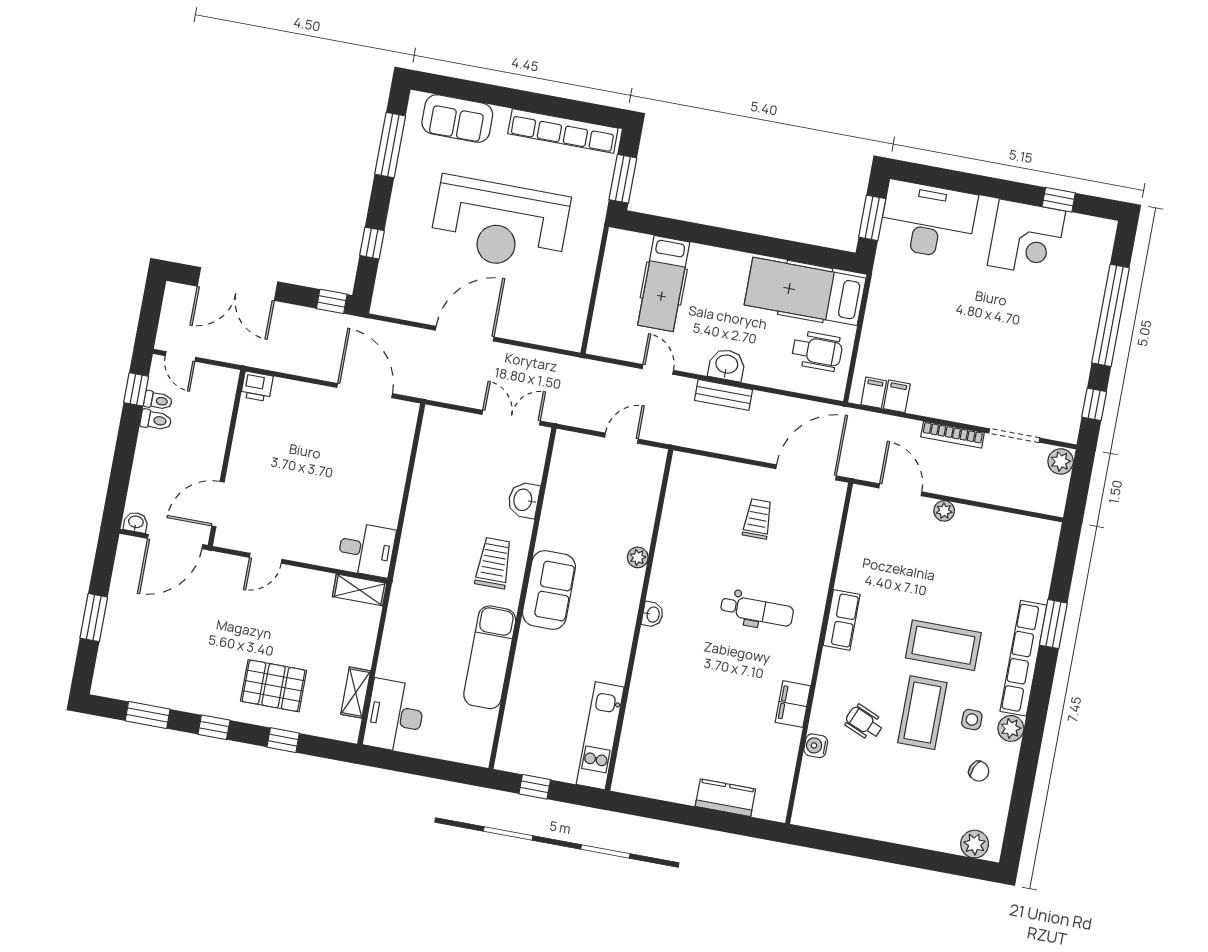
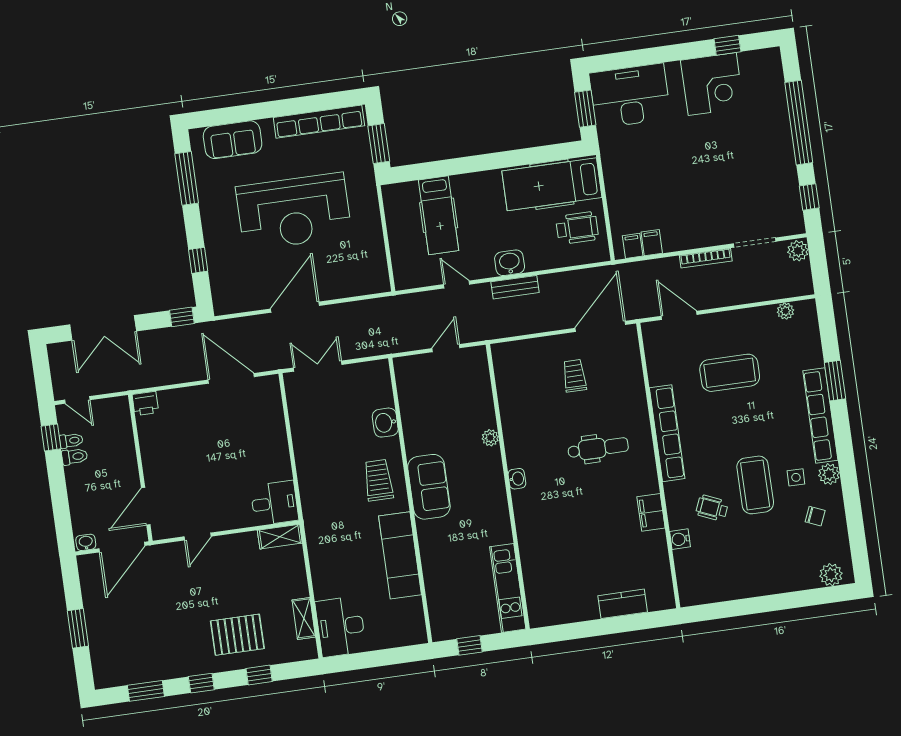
double door: (511, 418) -> (318, 366), moved
plant: (944, 511) -> (785, 311), moved
row of seats: (842, 620) -> (667, 433), width x2.02
coffee table: (943, 645) -> (730, 373), moved

